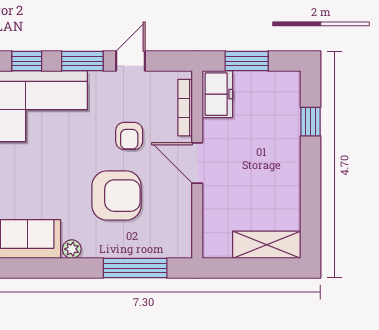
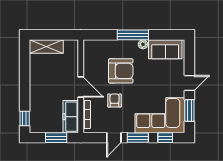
freezer: (217, 94) -> (71, 117), width x1.40
window: (310, 122) -> (25, 119), moved
armchair: (116, 196) -> (121, 71), turned 180
window: (135, 268) -> (133, 35), moved

